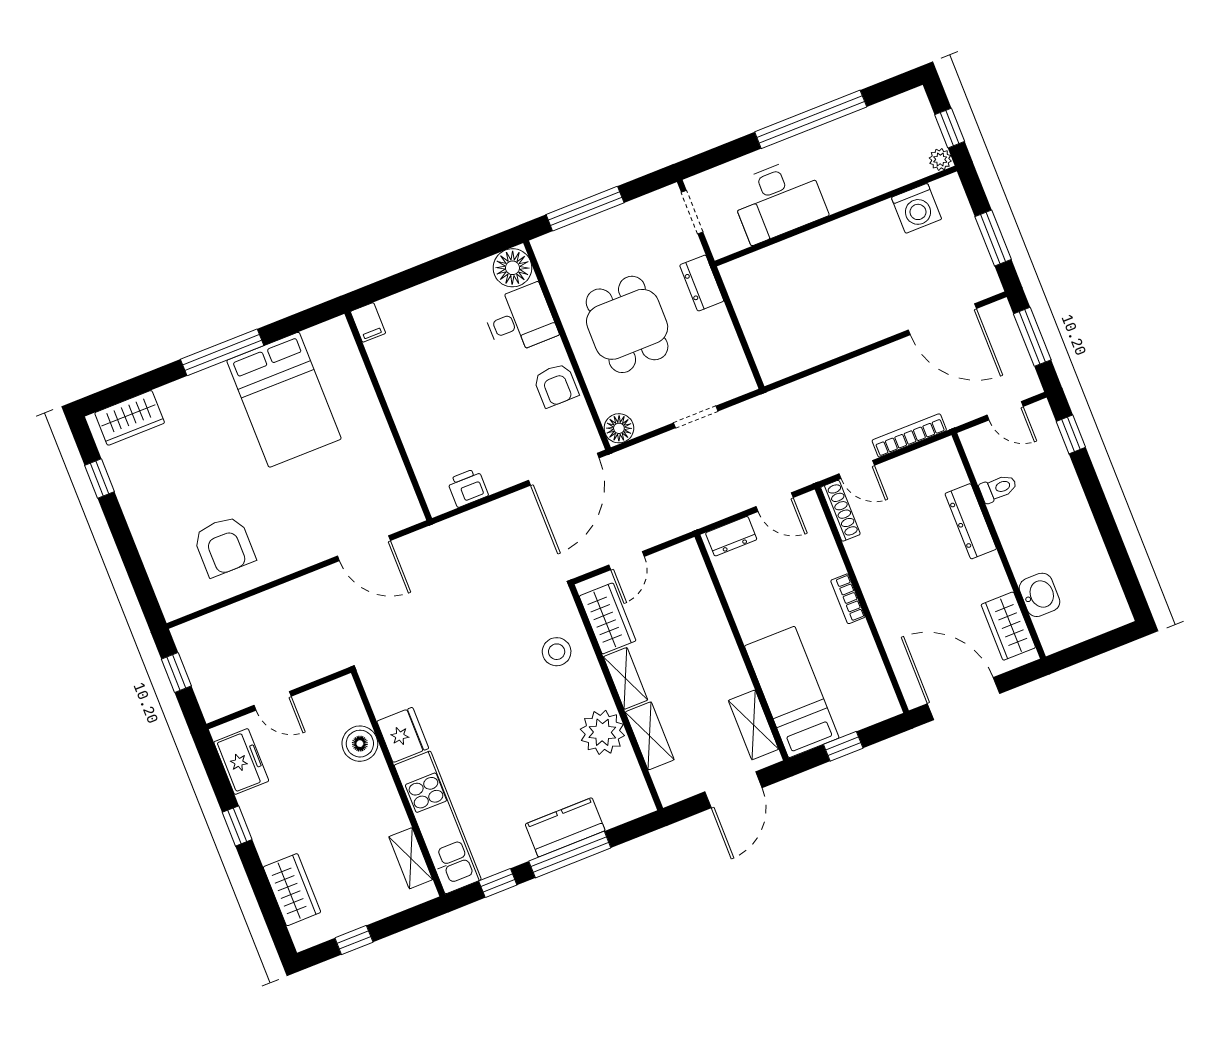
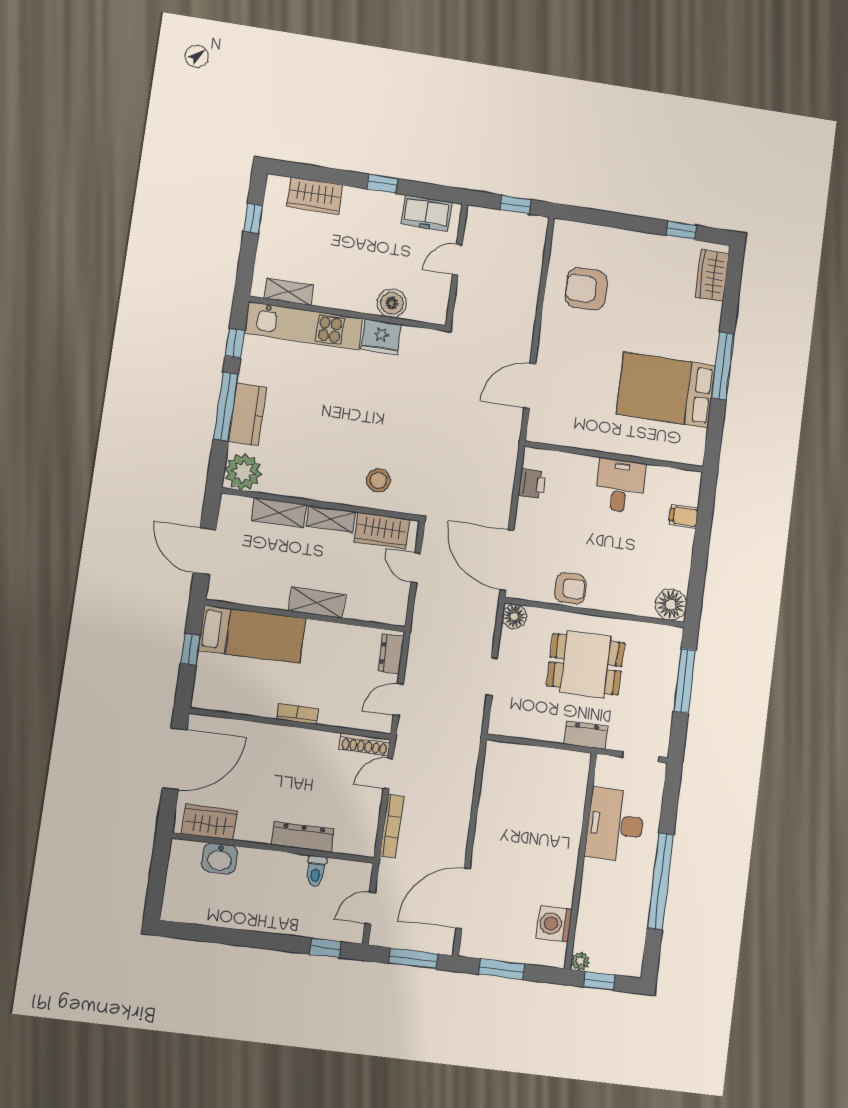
desk: (520, 319) -> (620, 486), moved, turned 180
filing cabinet: (368, 322) -> (684, 516), moved
armchair: (556, 385) -> (570, 588), turned 180
shelving: (753, 725) -> (317, 603), moved
plant: (602, 732) -> (243, 472), moved

